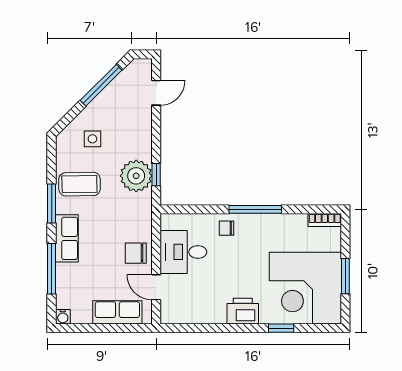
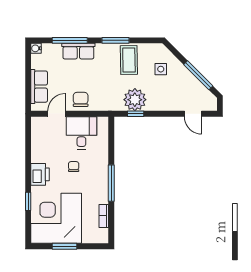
bookcase: (325, 220) -> (104, 216), moved
chair: (226, 228) -> (74, 167), moved
row of seats: (67, 238) -> (78, 51), moved

